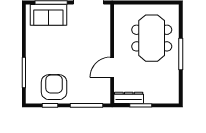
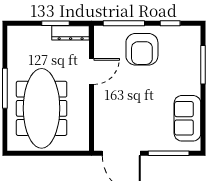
sofa: (48, 15) -> (187, 118), moved, turned -90
meeting table: (152, 38) -> (42, 108), width x1.36
armchair: (54, 87) -> (142, 49), moved

